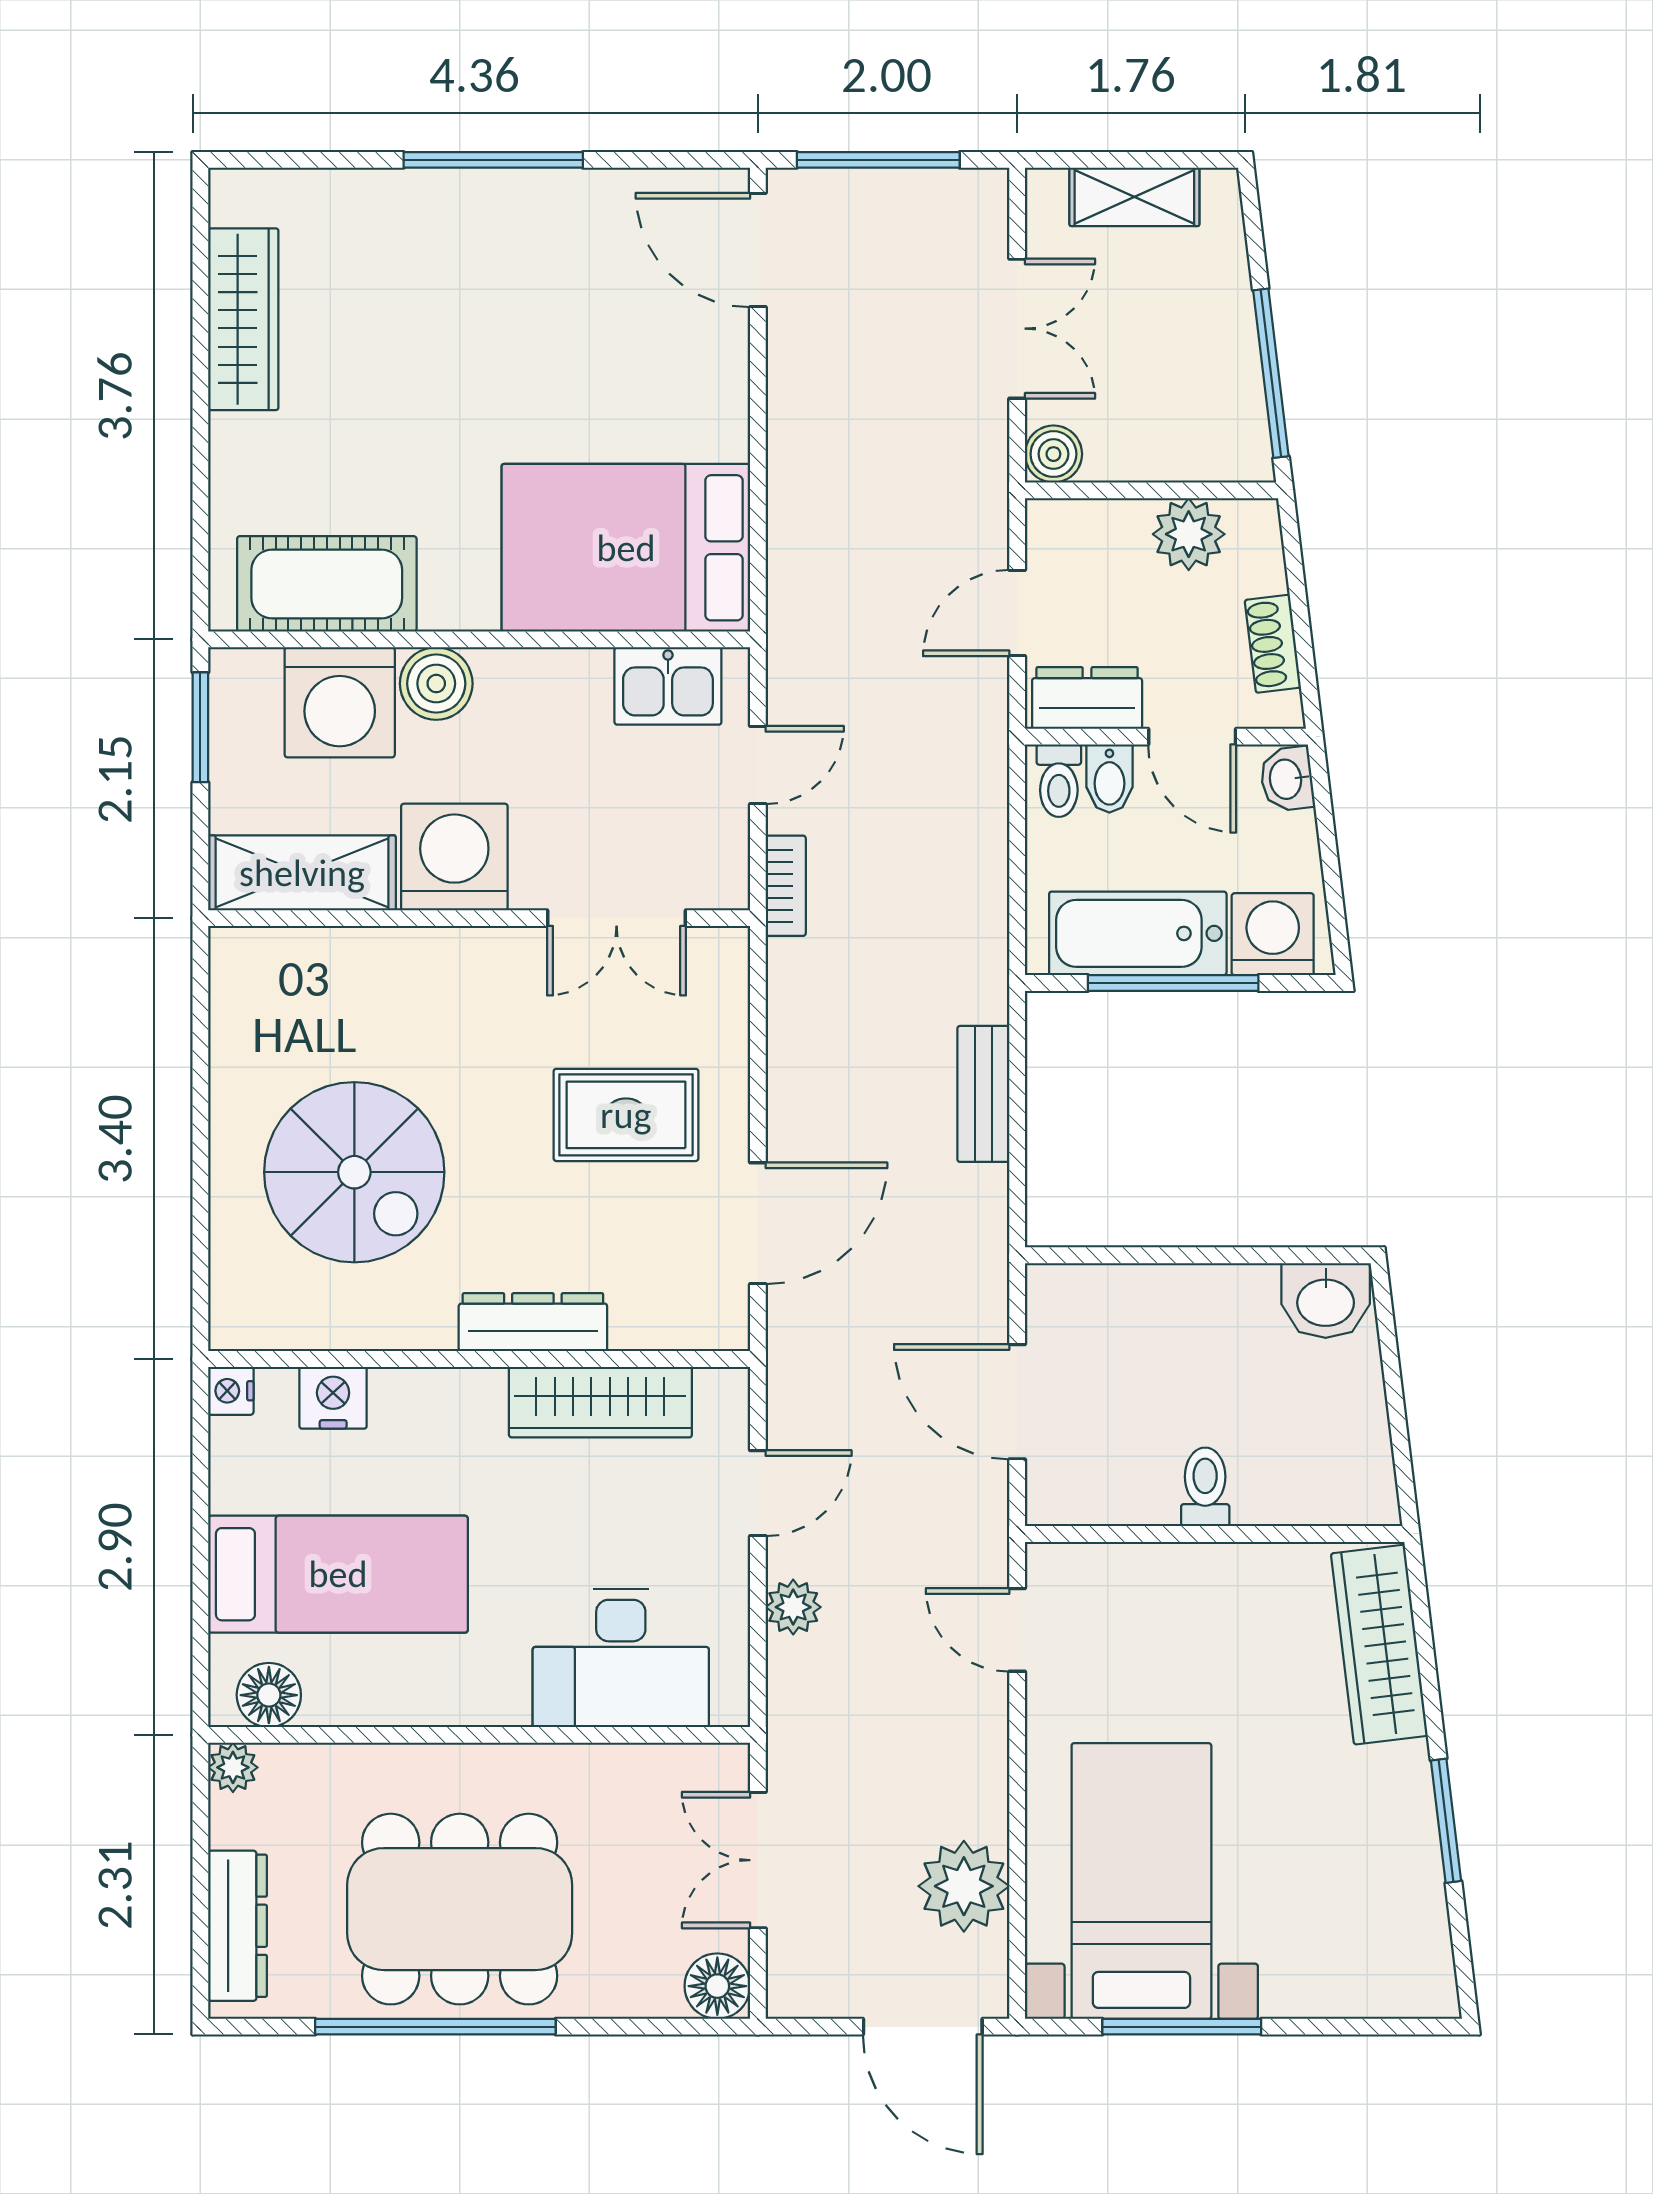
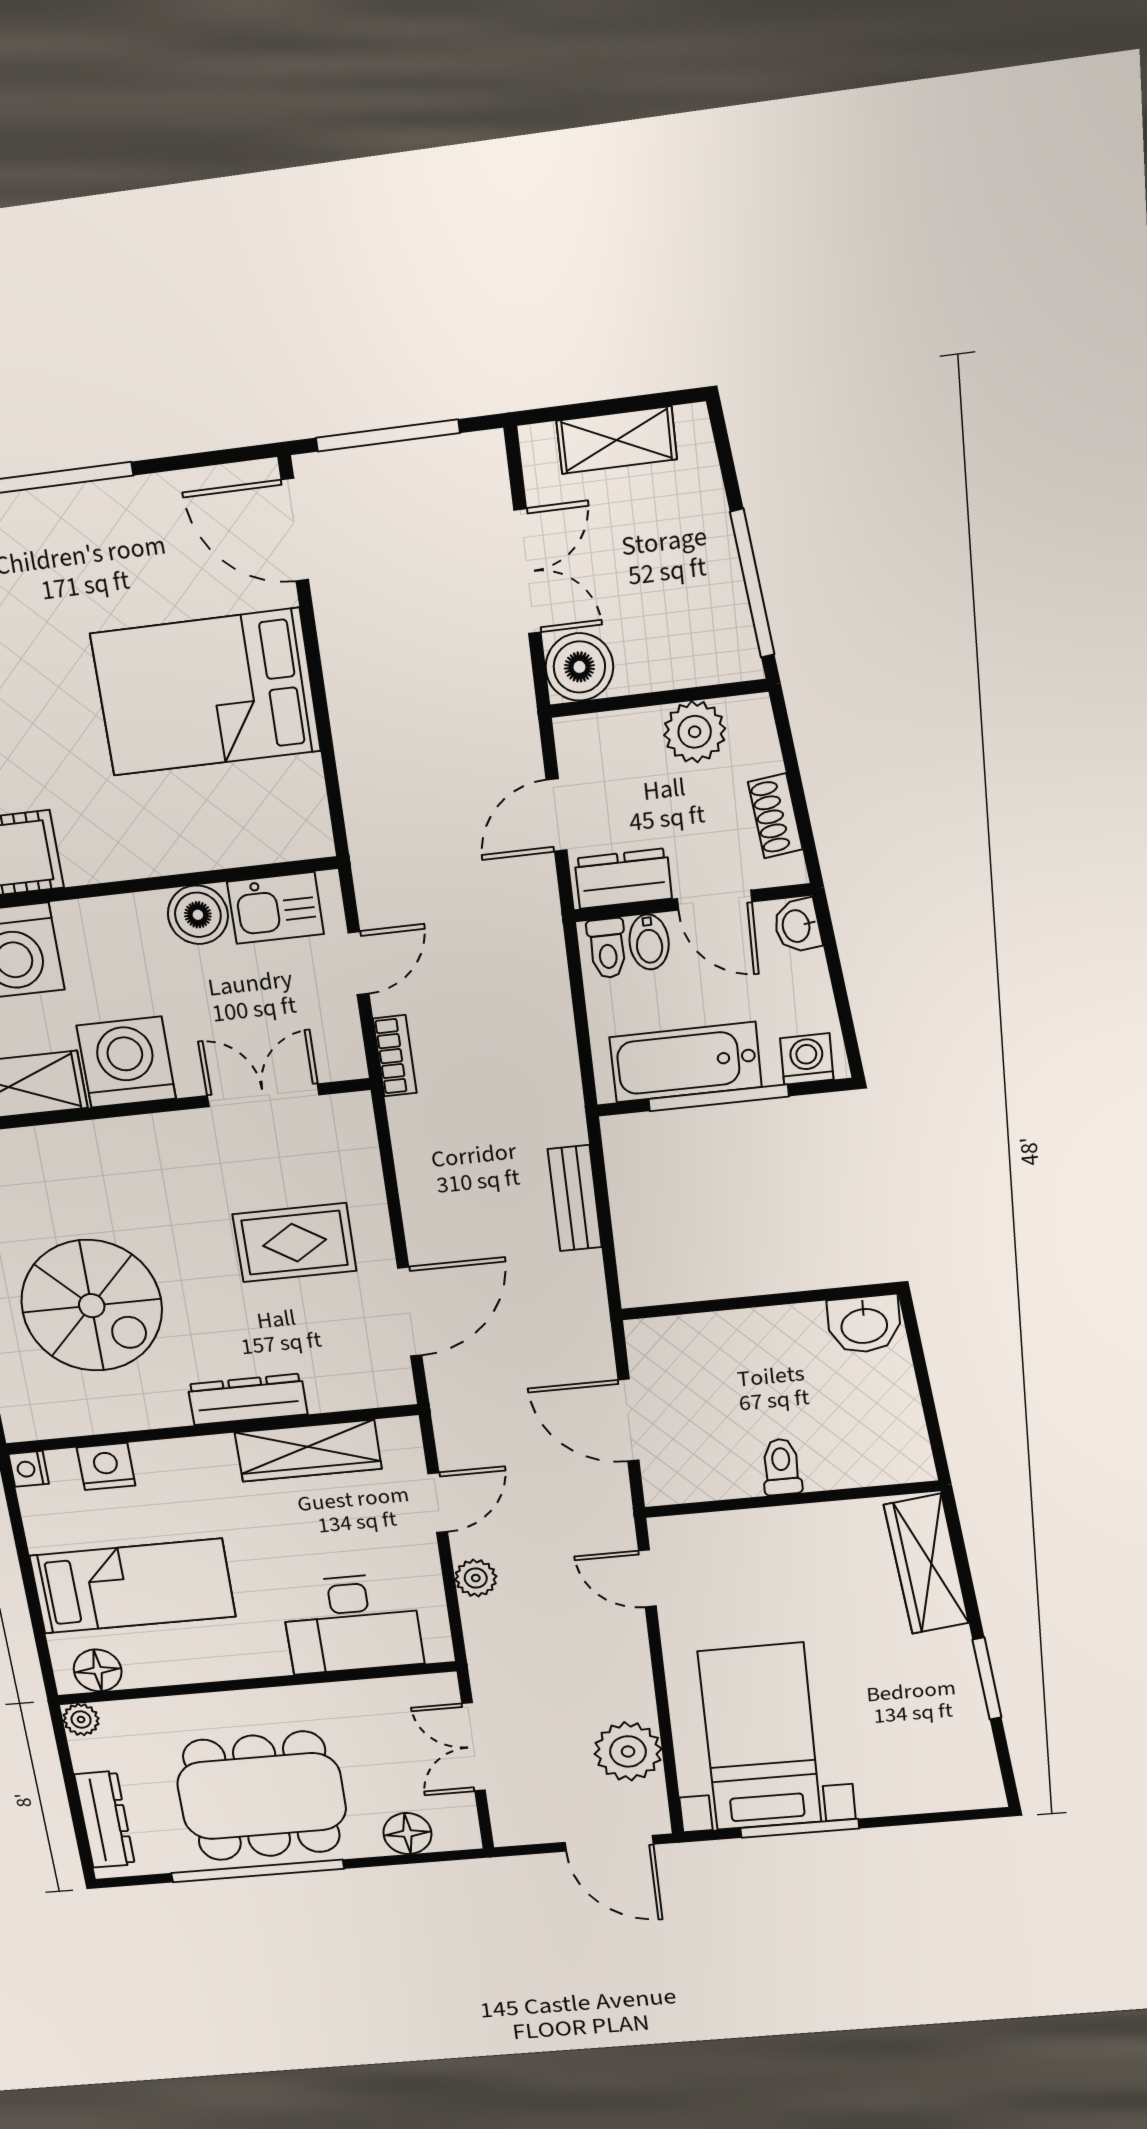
boiler: (1053, 454) -> (579, 667), width x1.36, depth x1.36
bed: (626, 548) -> (206, 692), moved
boiler: (436, 684) -> (198, 915), moved
double door: (617, 918) -> (263, 1095), swing flipped
washing machine: (1273, 934) -> (807, 1059), width x0.73, depth x0.73
floor lamp: (717, 1986) -> (407, 1834), moved

